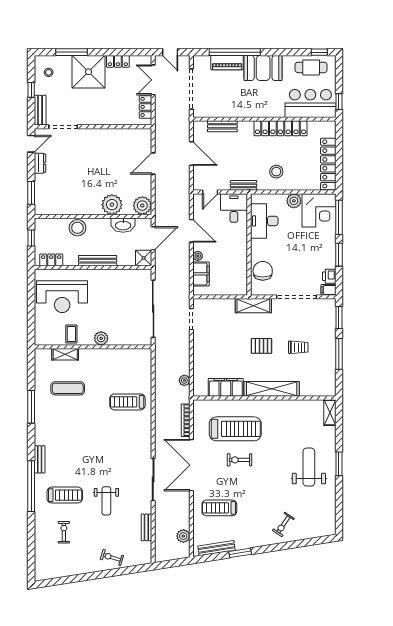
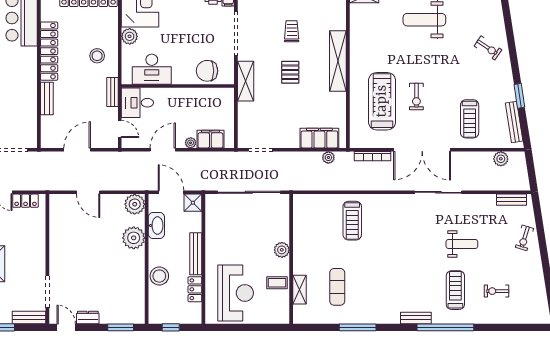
bench: (222, 126) -> (47, 99), moved
locker: (51, 260) -> (195, 289), moved
filing cabinet: (226, 387) -> (319, 138), moved, turned 90
bench: (146, 527) -> (511, 200), moved

